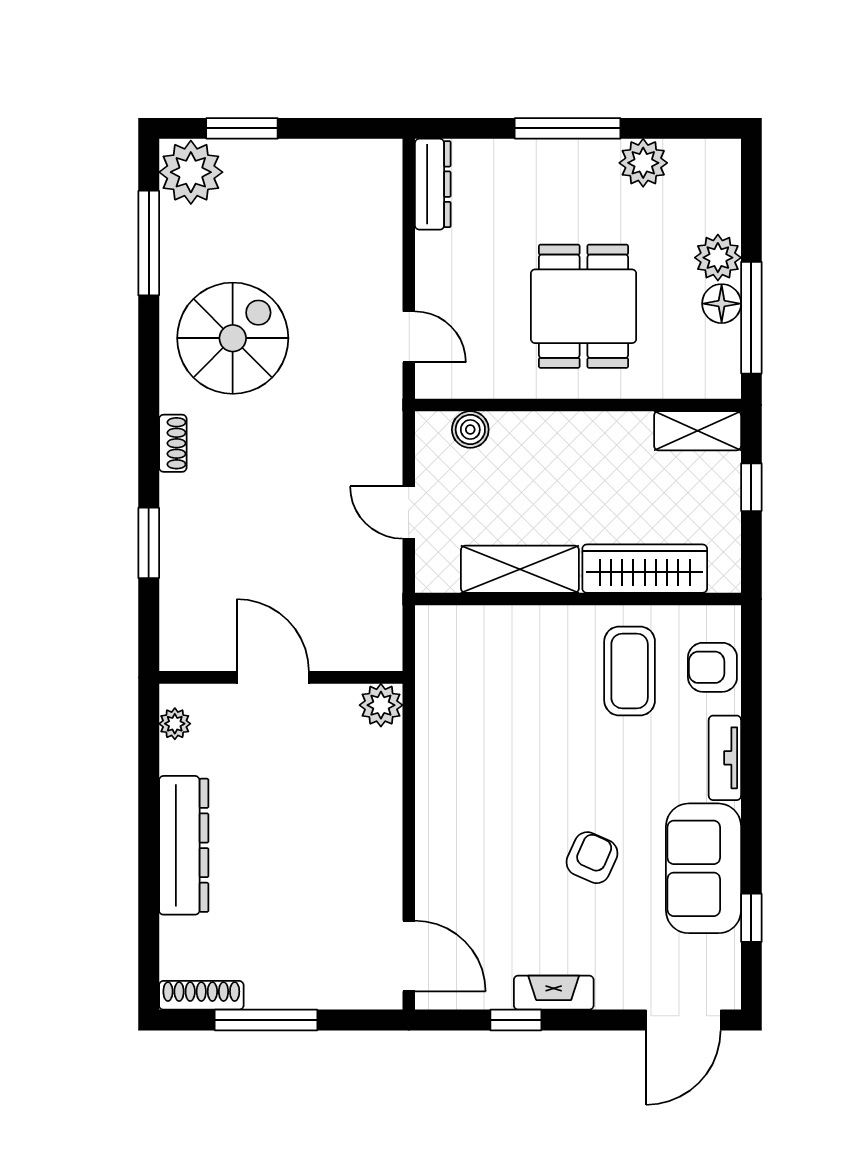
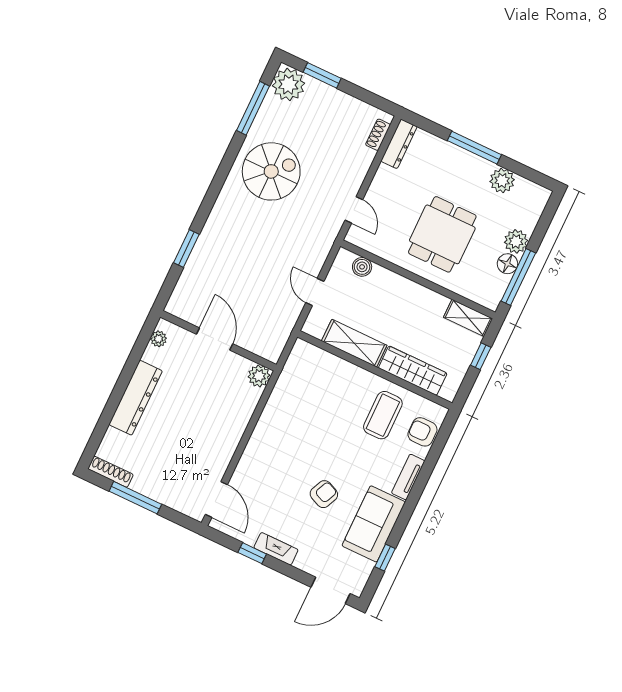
shoe rack: (173, 443) -> (378, 135), moved, turned 180

